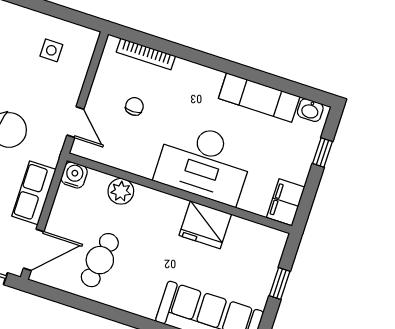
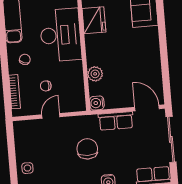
side table: (51, 50) -> (27, 168), moved
chair: (190, 91) -> (25, 59), added
door: (75, 122) -> (51, 116), moved
cafe table: (100, 260) -> (137, 70), removed

